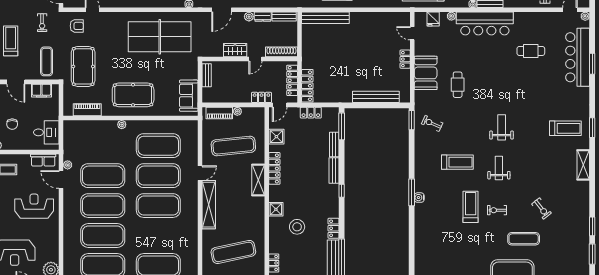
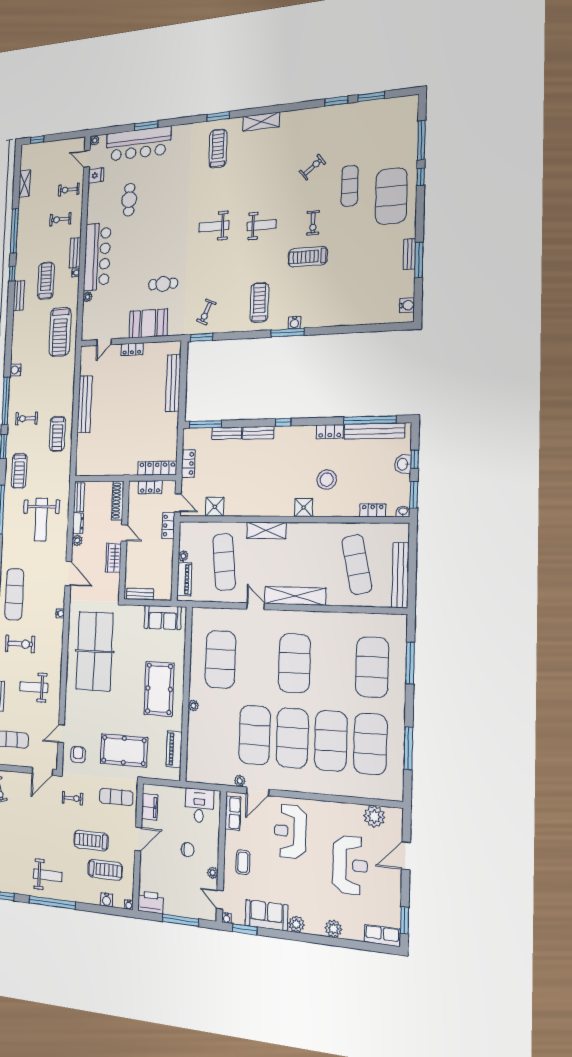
bench: (325, 18) -> (85, 404), moved
fridge: (433, 19) -> (96, 175), moved
locker: (292, 80) -> (150, 487), width x0.66
treadmill: (457, 162) -> (259, 303), moved
locker: (274, 168) -> (253, 509), removed
weight bench: (499, 168) -> (262, 225), turned 180
exercise mat: (158, 176) -> (257, 661), removed

